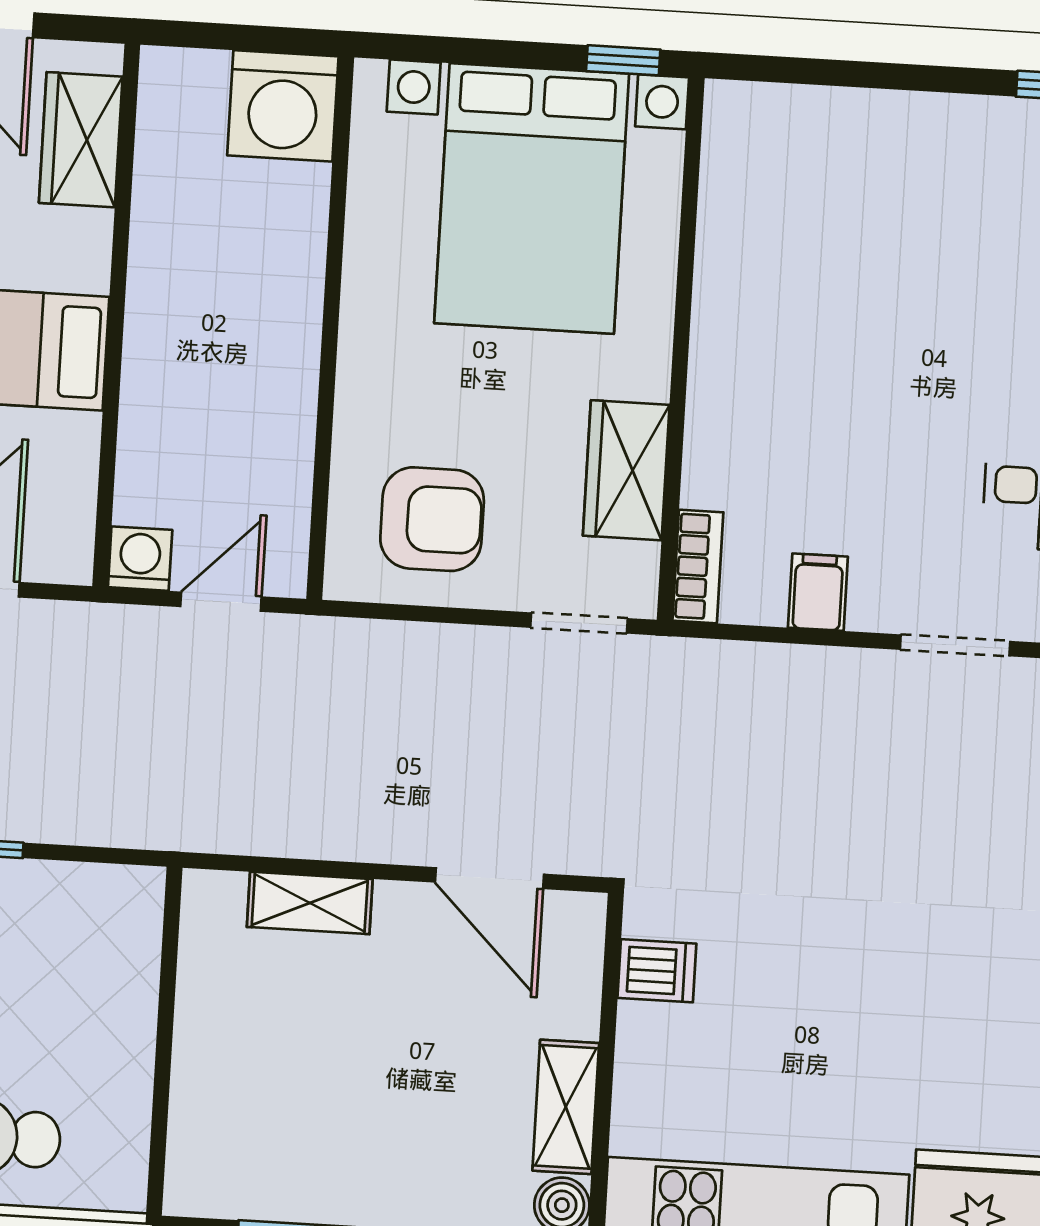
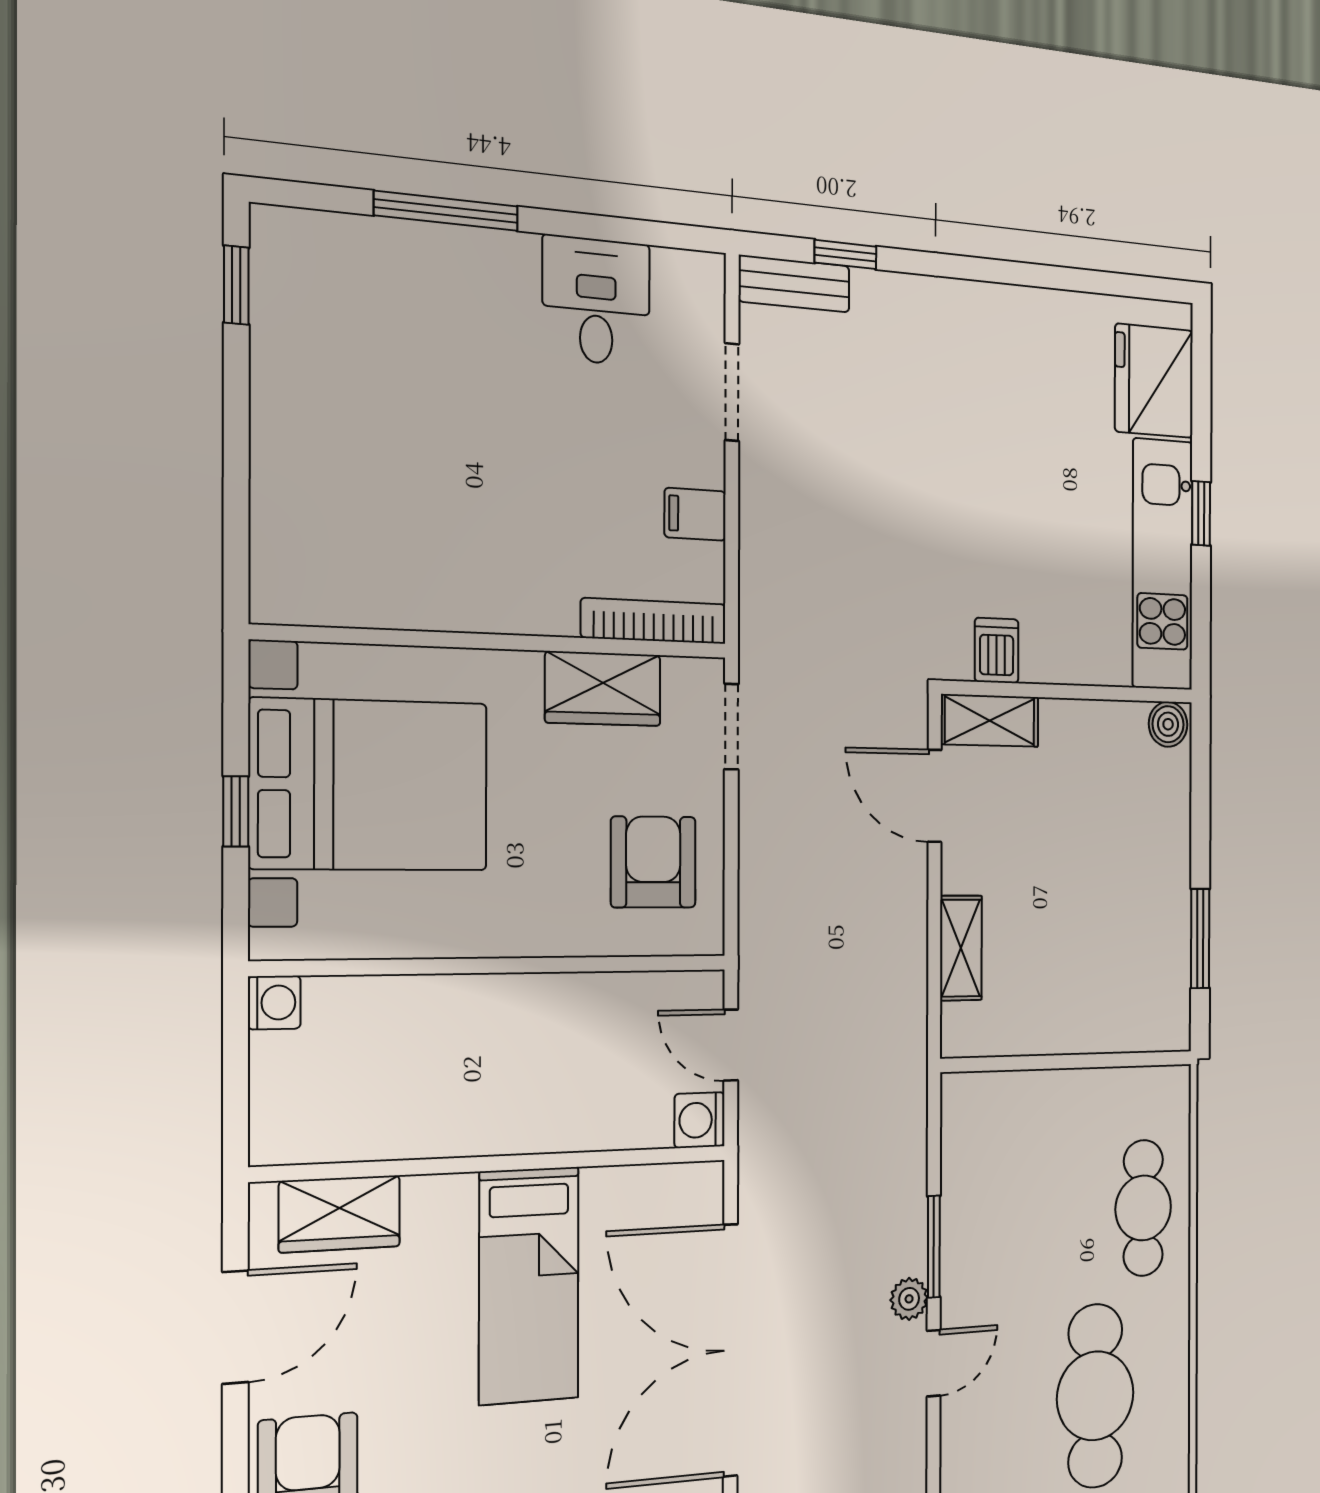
window: (623, 60) -> (236, 811), moved
washing machine: (283, 106) -> (274, 1003), width x0.53, depth x0.53
bookcase: (698, 567) -> (654, 621), width x1.56
door: (490, 878) -> (935, 796), swing flipped
shelving: (566, 1107) -> (990, 721), moved

